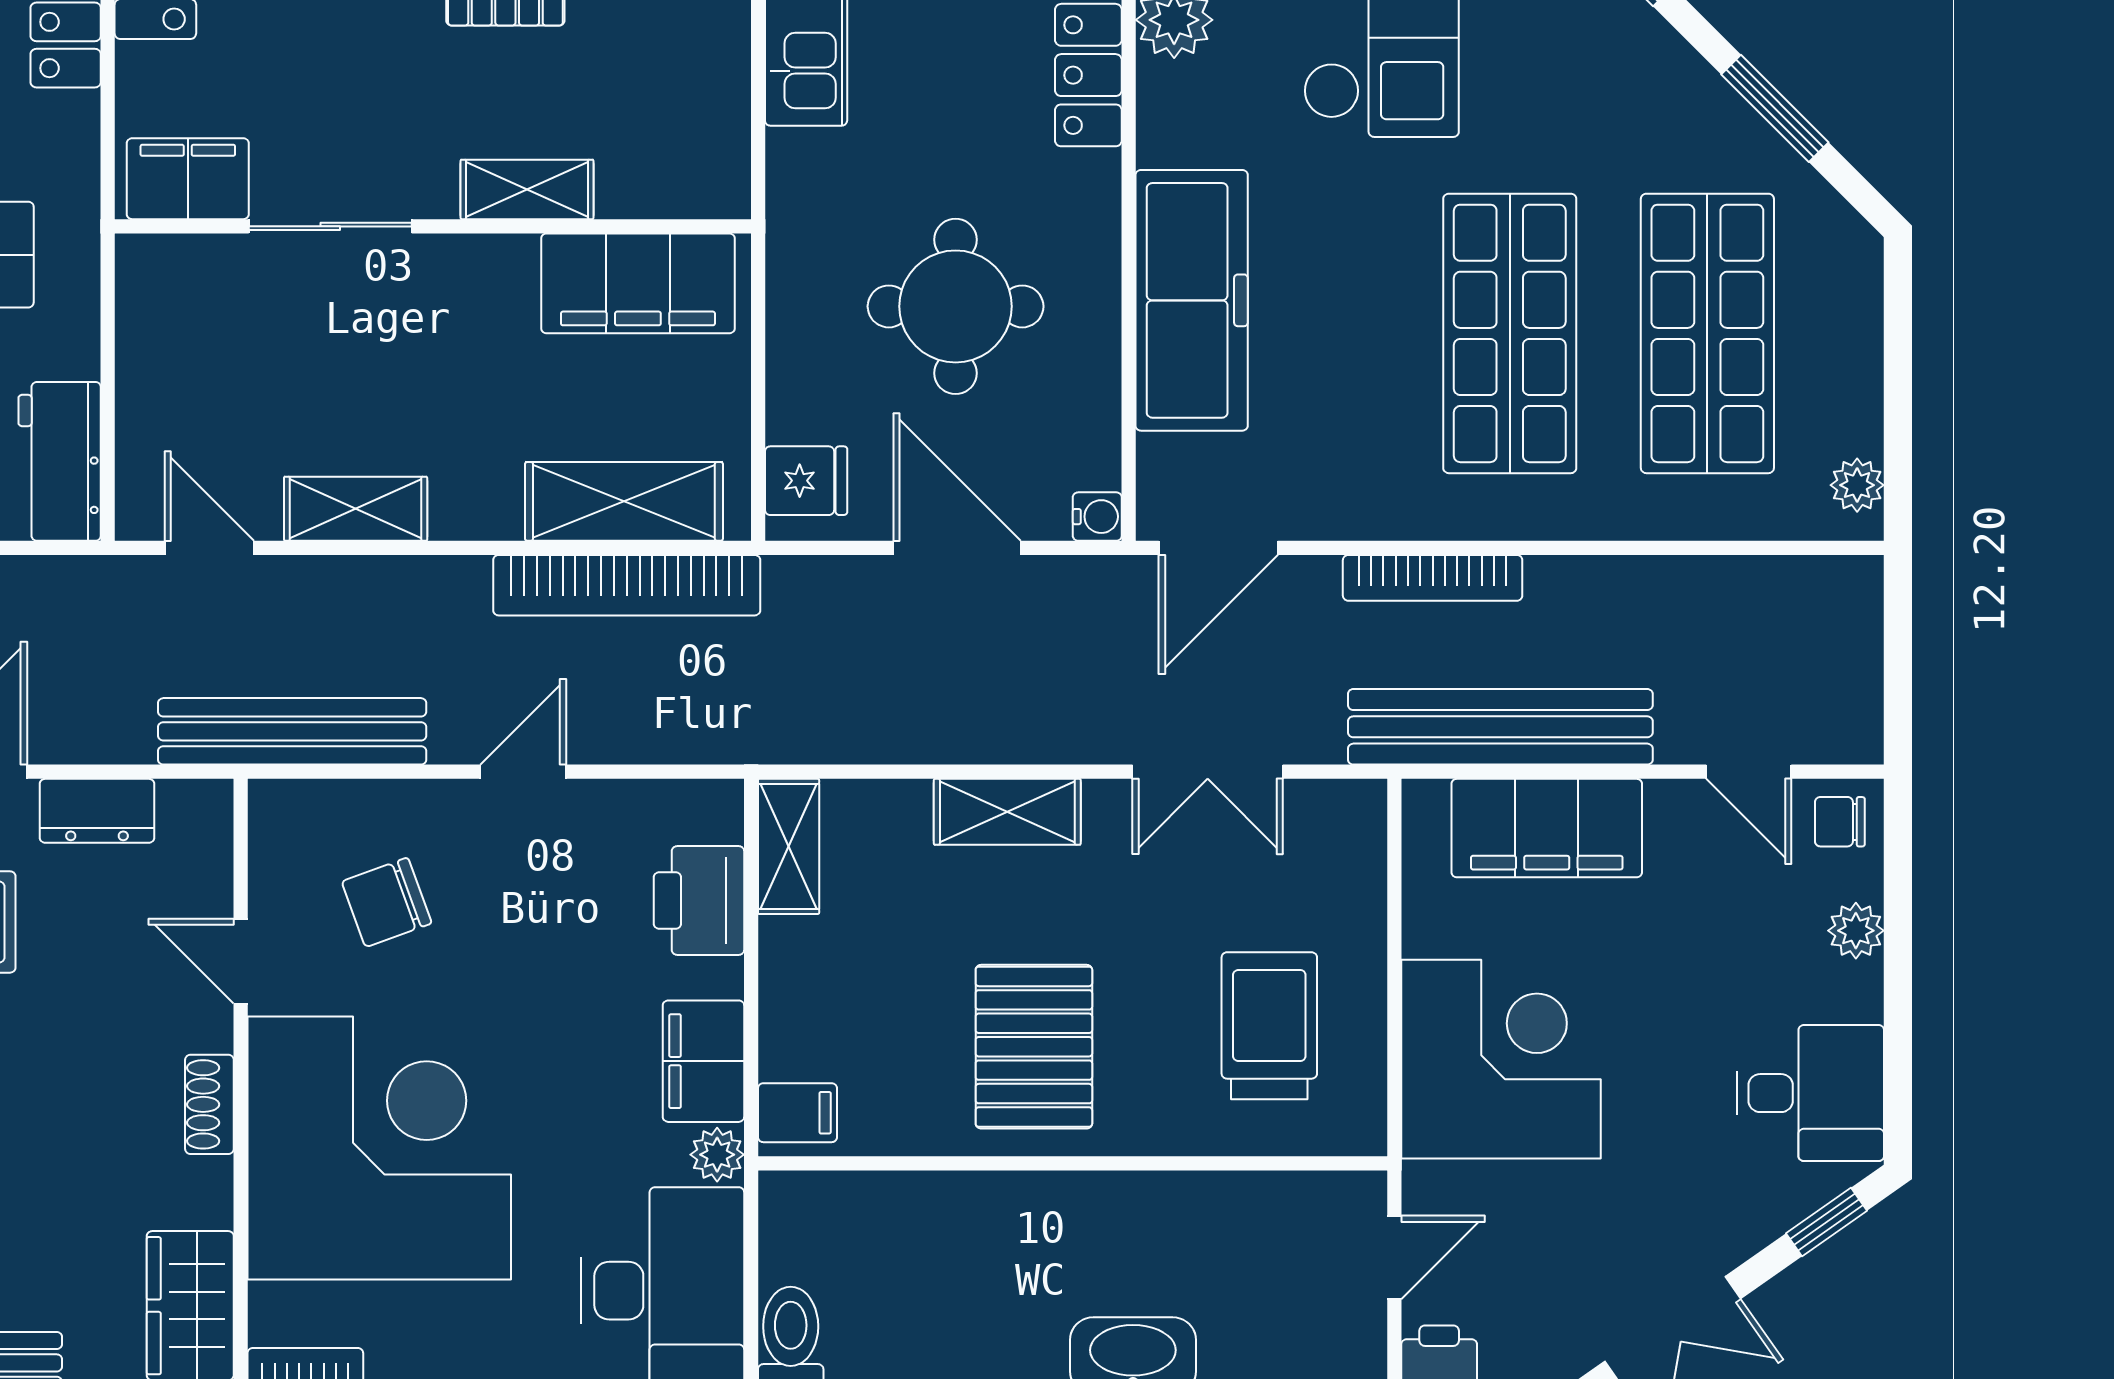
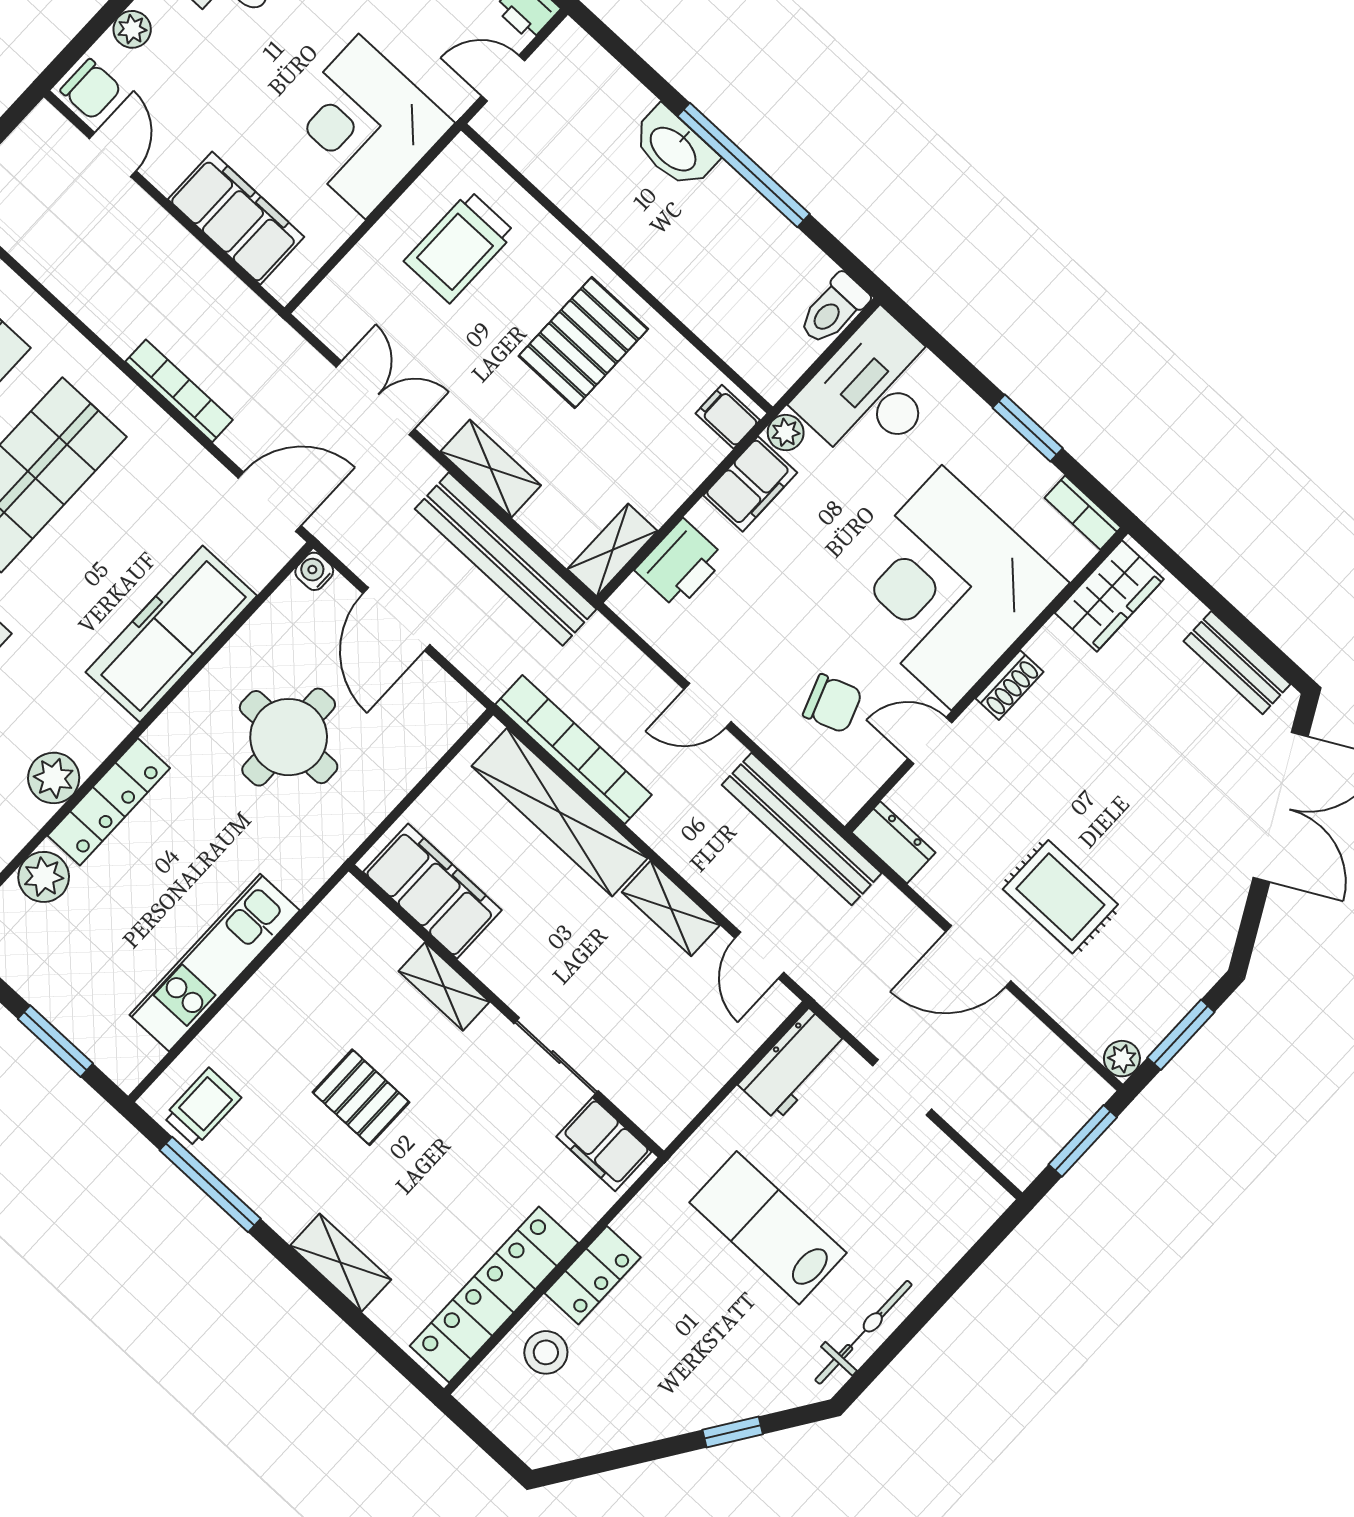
fridge: (806, 481) -> (439, 720), removed
shelving: (624, 501) -> (560, 812), width x1.47
bench: (1500, 727) -> (506, 559), moved
dresser: (97, 811) -> (894, 842), moved
chair: (1840, 822) -> (91, 89), width x1.37, depth x1.37
door: (241, 961) -> (930, 741), swing flipped

